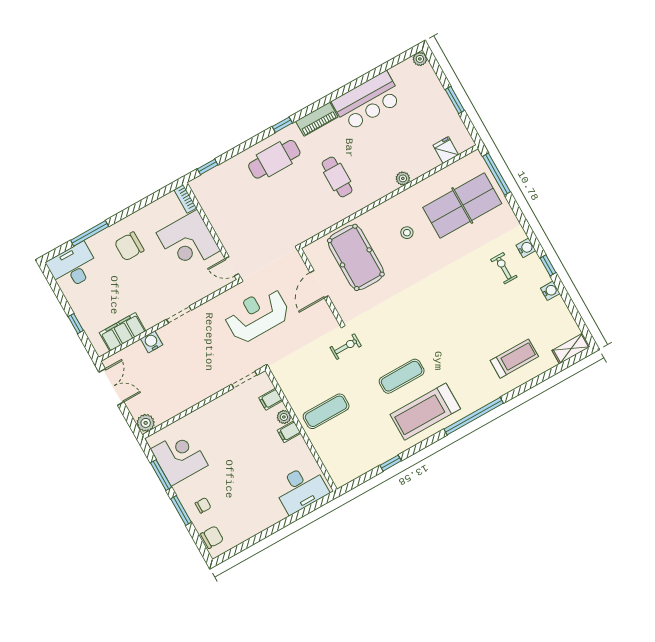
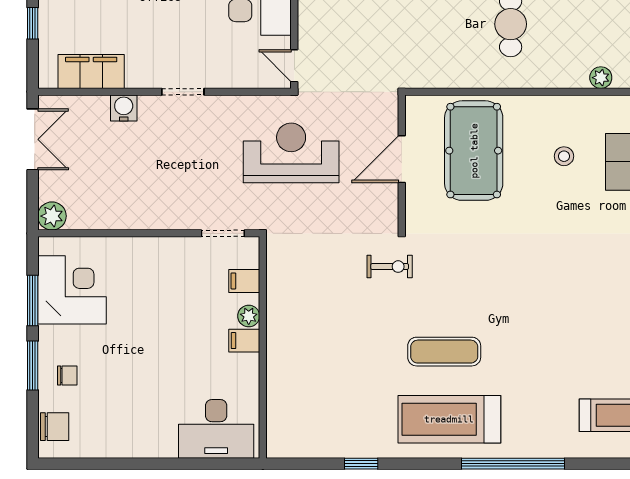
exercise mat: (326, 411) -> (312, 341), removed

